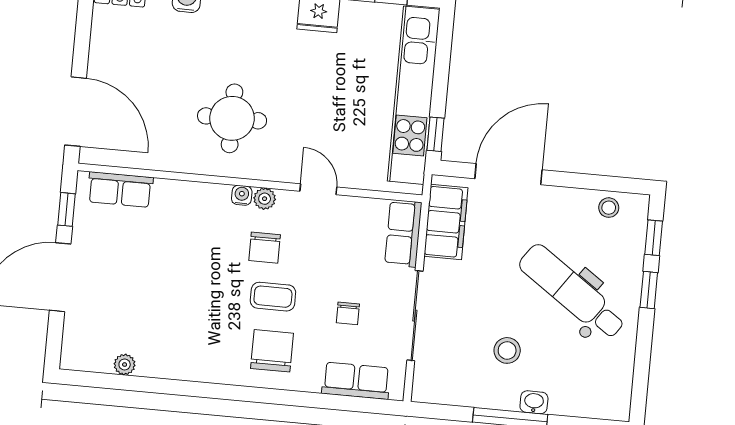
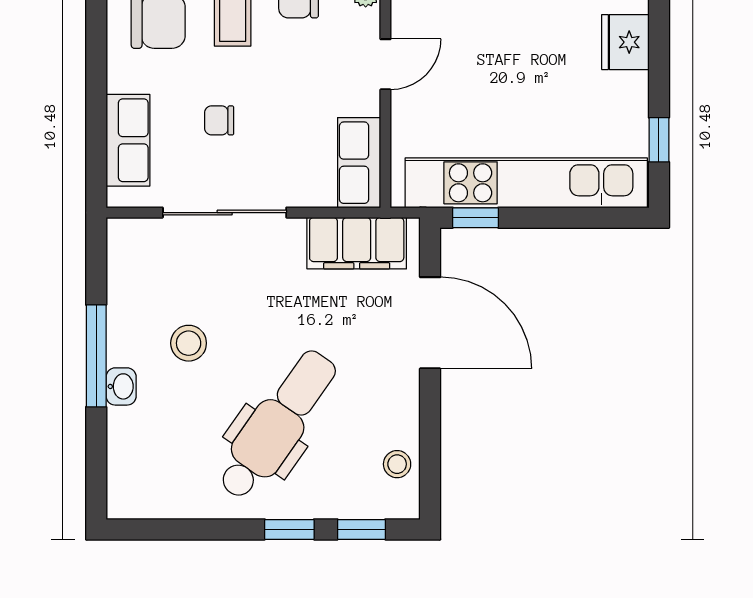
row of seats: (403, 233) -> (359, 163), moved, turned -90

